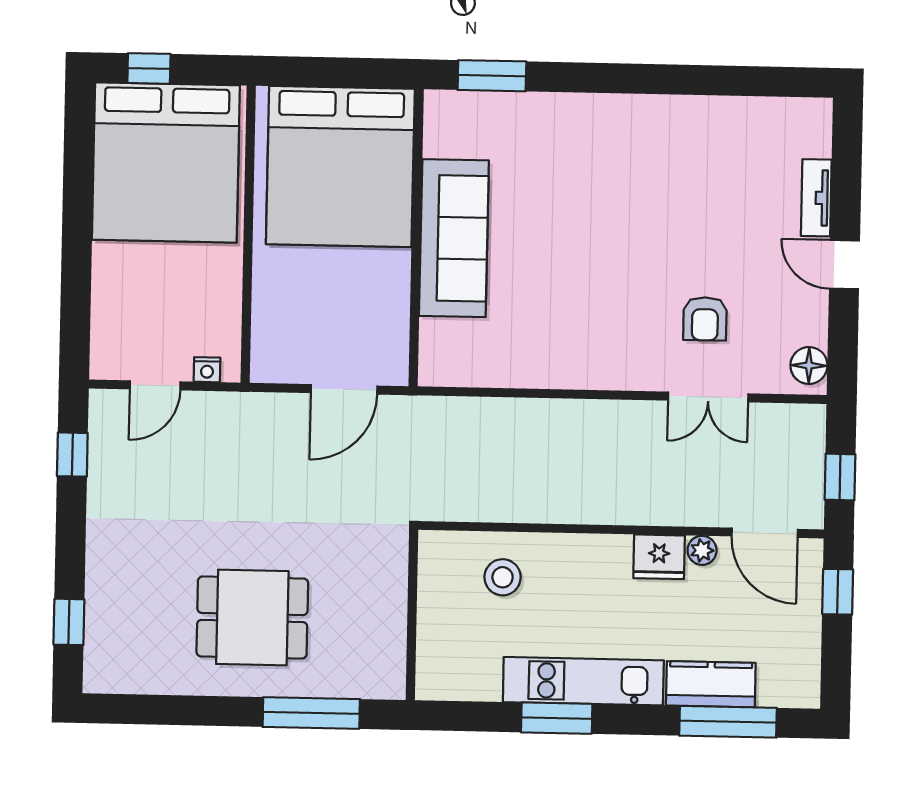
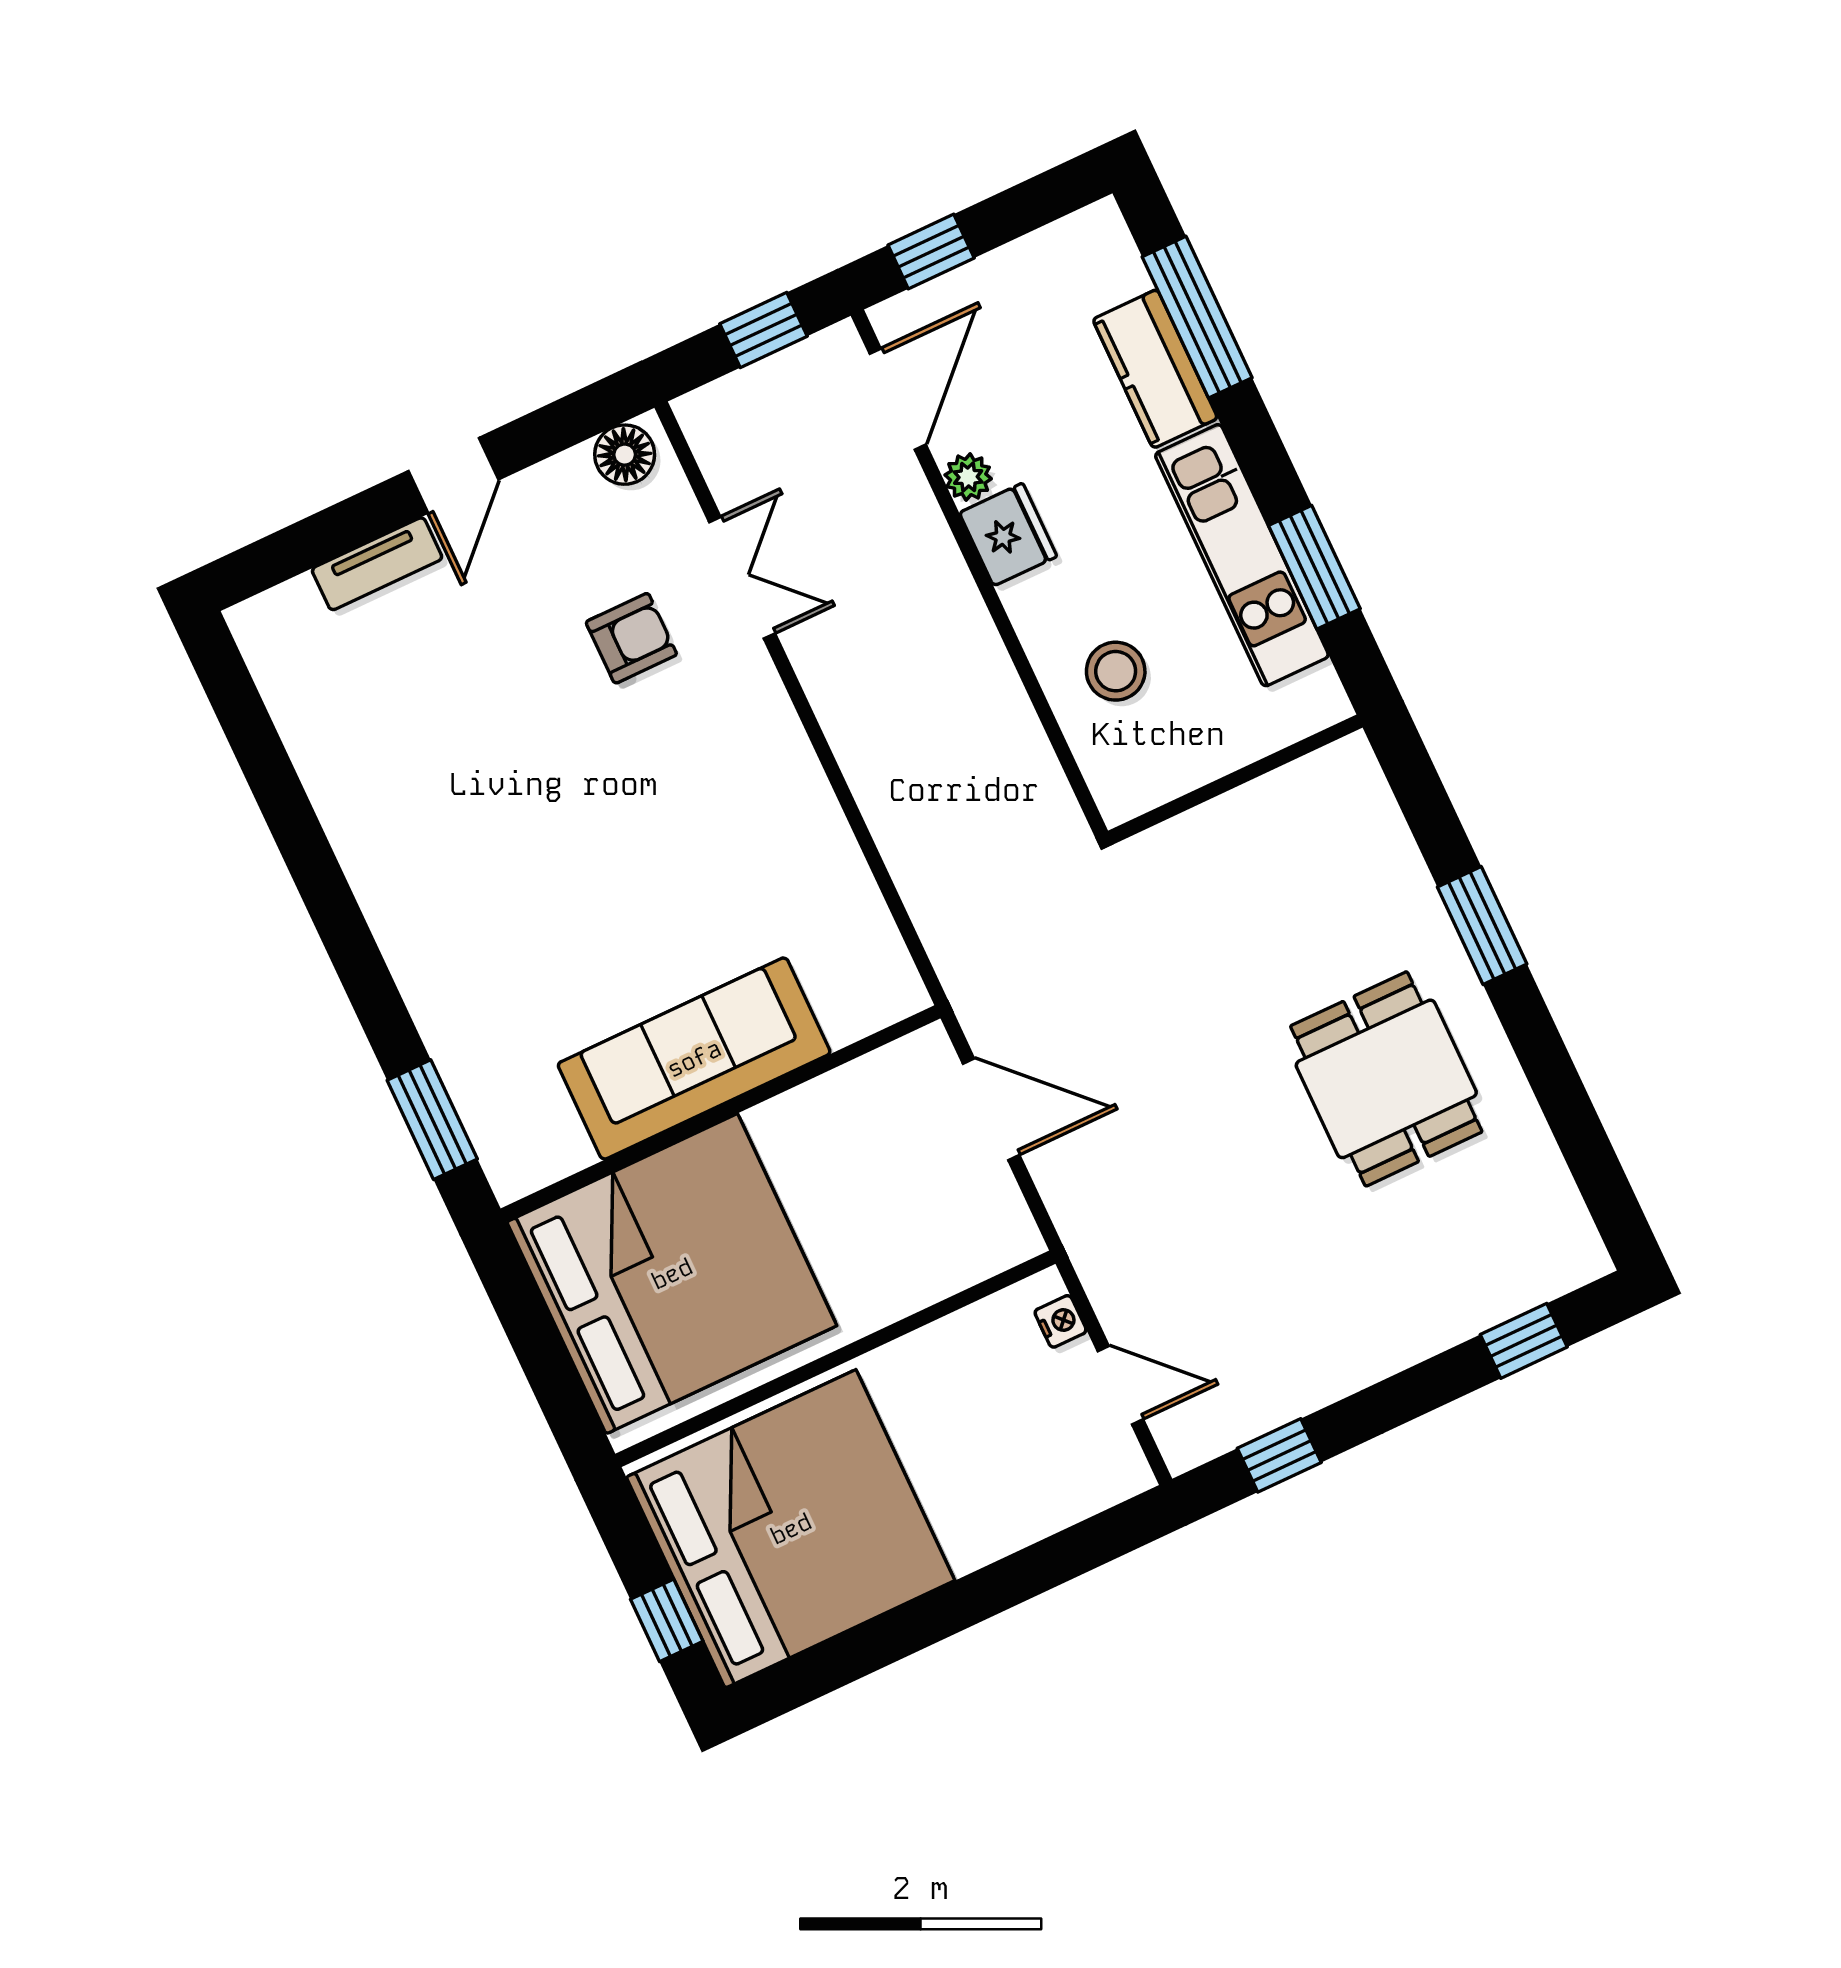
stool: (503, 577) -> (1116, 671), moved
wall: (412, 615) -> (1235, 779), moved
window: (311, 713) -> (1482, 925), width x0.69

